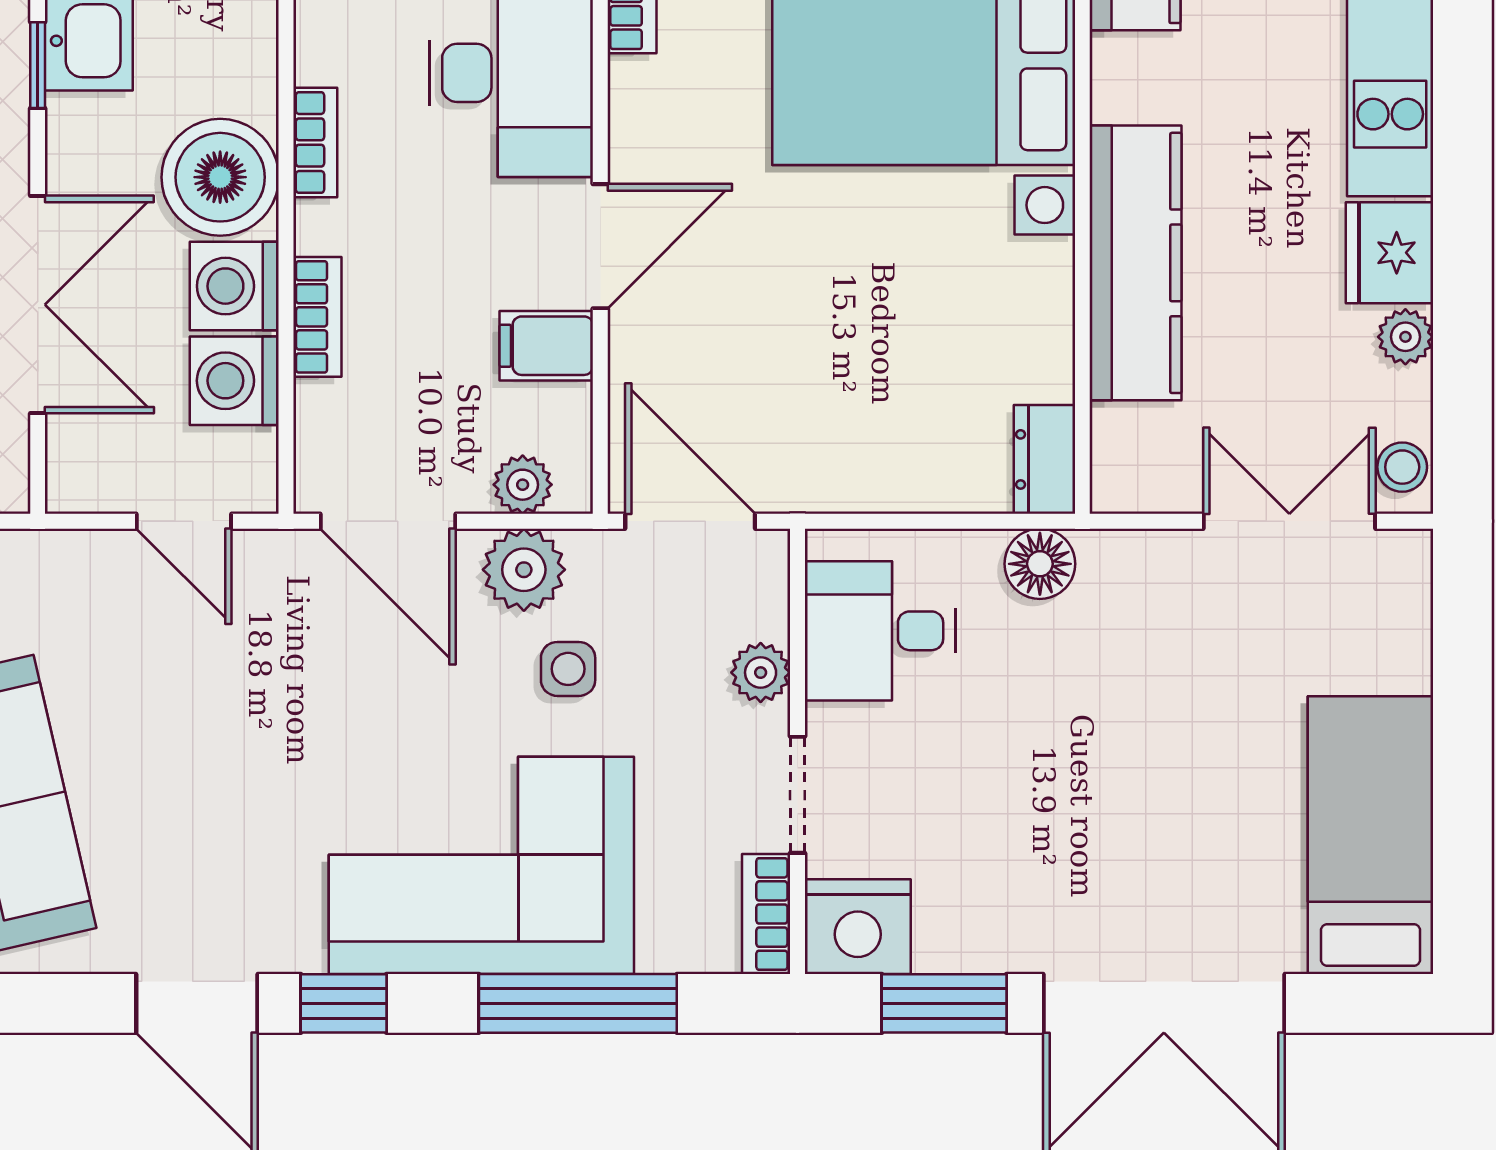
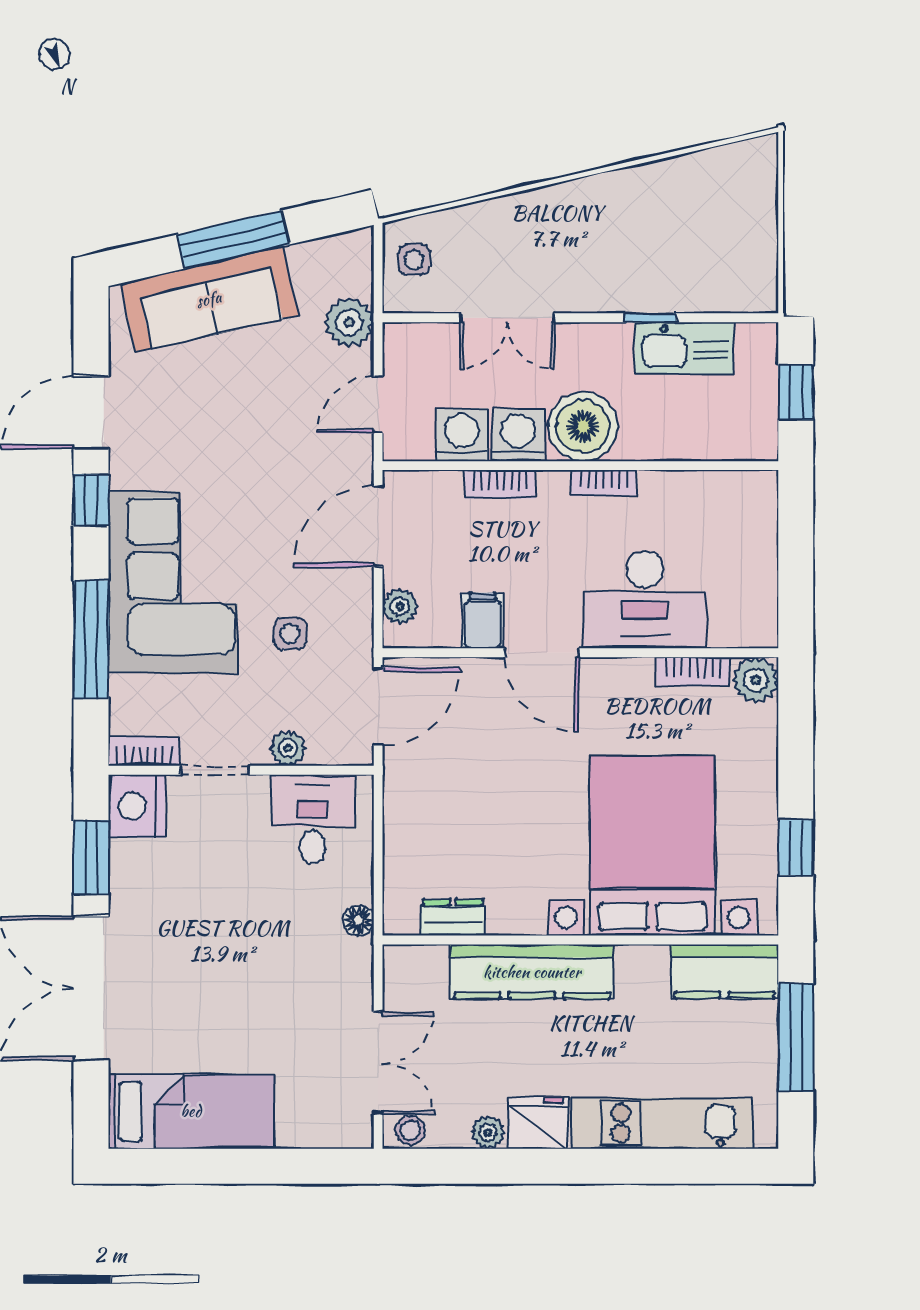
double door: (38, 305) -> (507, 318), width x0.73
dresser: (1044, 459) -> (453, 917), moved
floor lamp: (1040, 564) -> (358, 920), width x0.73, depth x0.73
plant: (524, 570) -> (349, 323), moved

